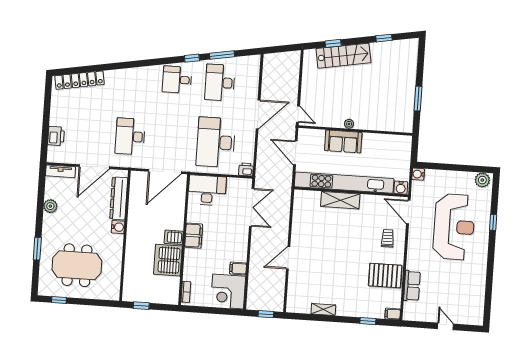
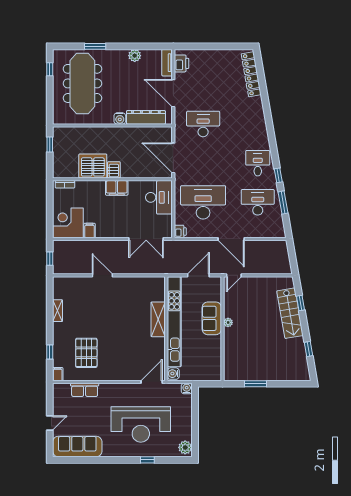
printer: (56, 136) -> (182, 63), moved, turned -90
trolley: (388, 238) -> (126, 365), removed
meeting table: (77, 265) -> (82, 83), width x1.36
pallet: (385, 276) -> (86, 353), moved
sofa: (473, 298) -> (77, 446), added

